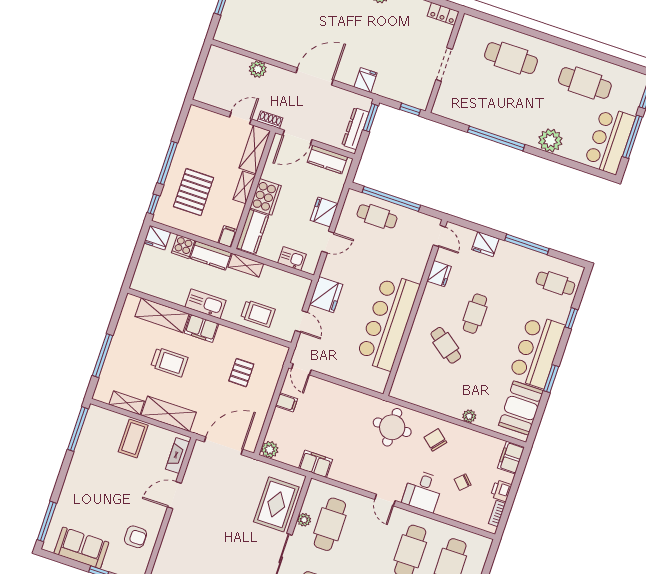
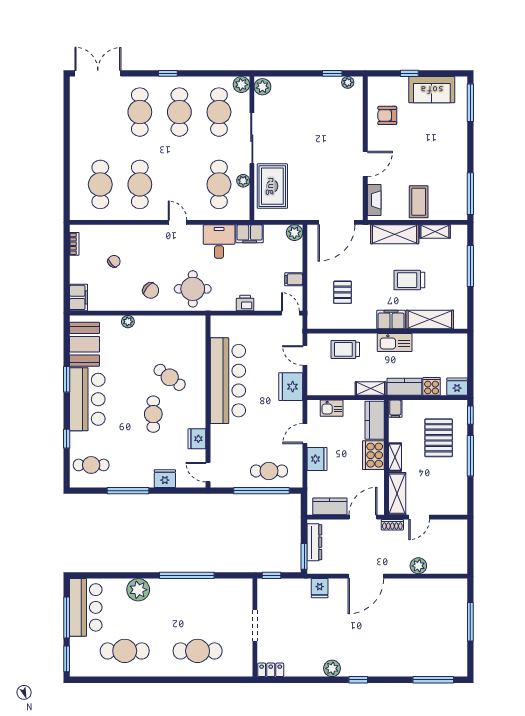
desk: (423, 491) -> (219, 242), moved
printer: (501, 491) -> (245, 303), moved, turned -90

